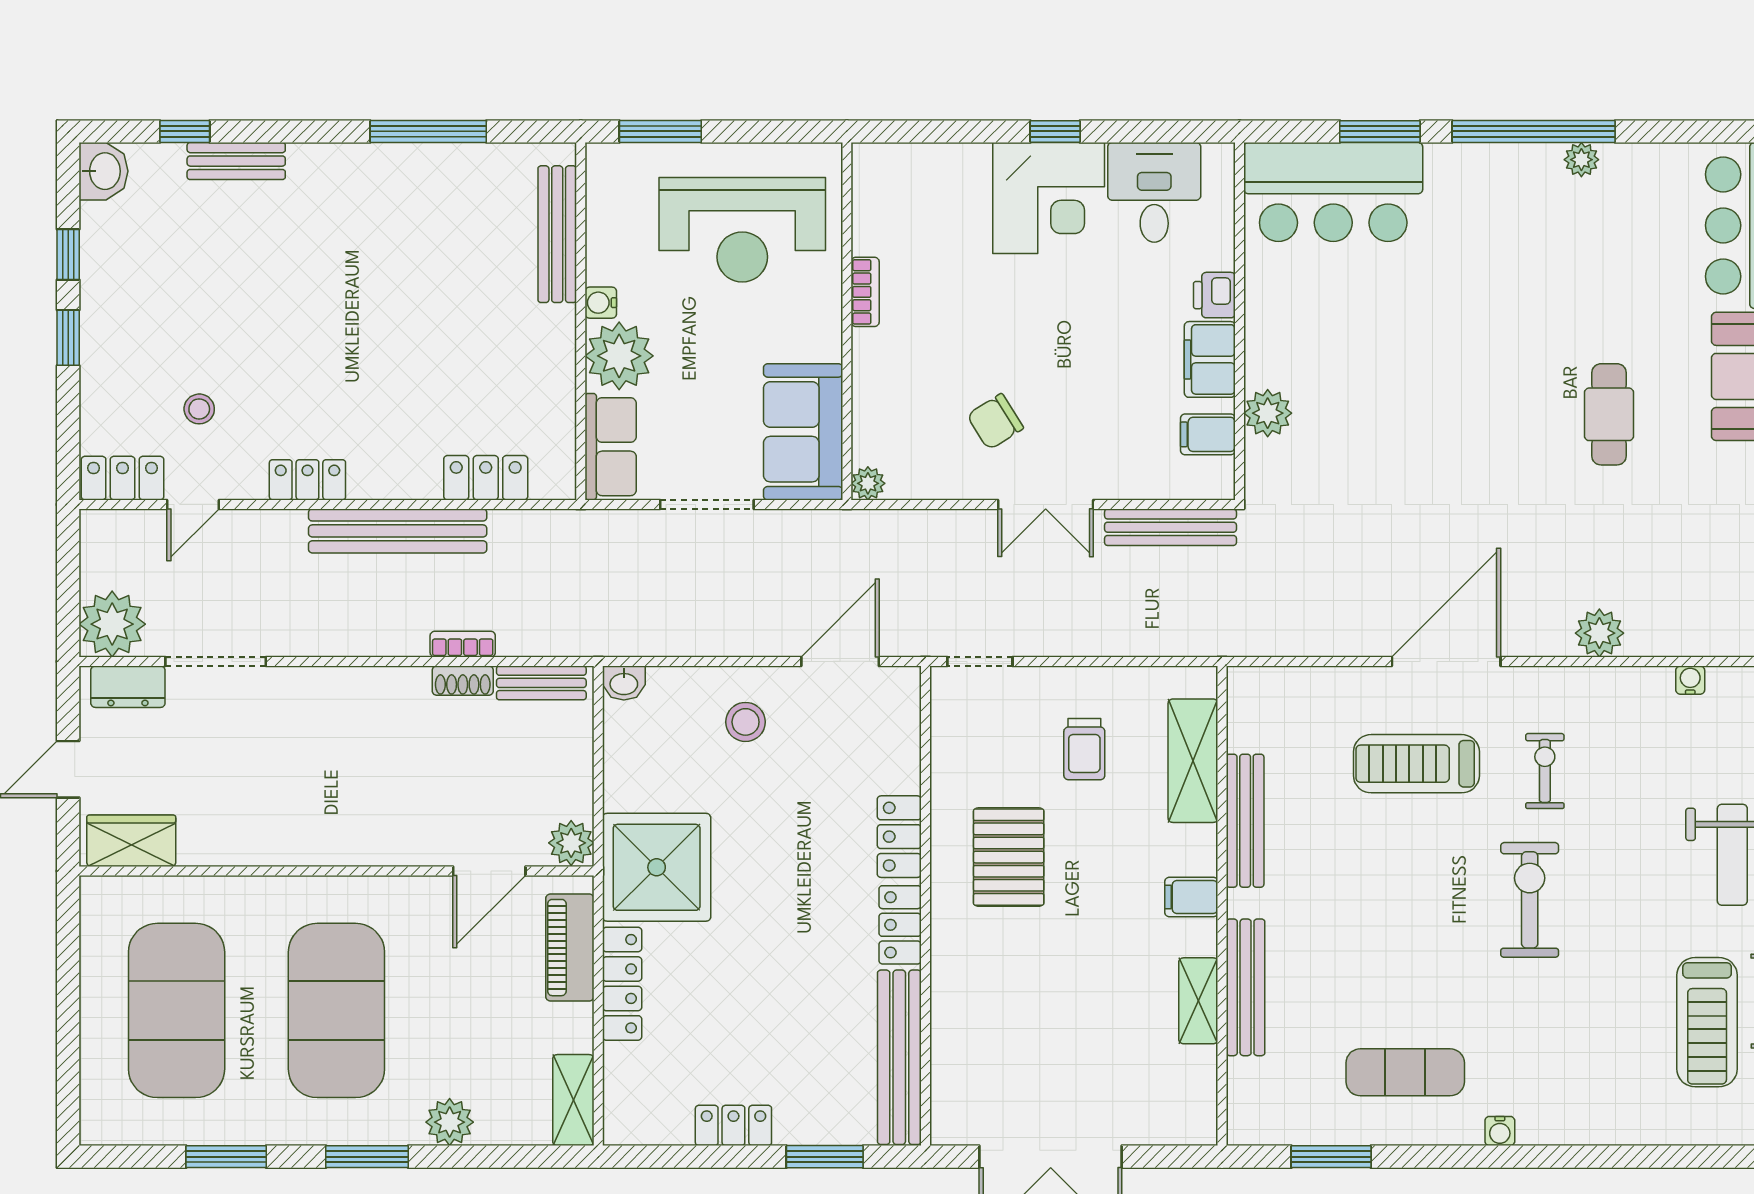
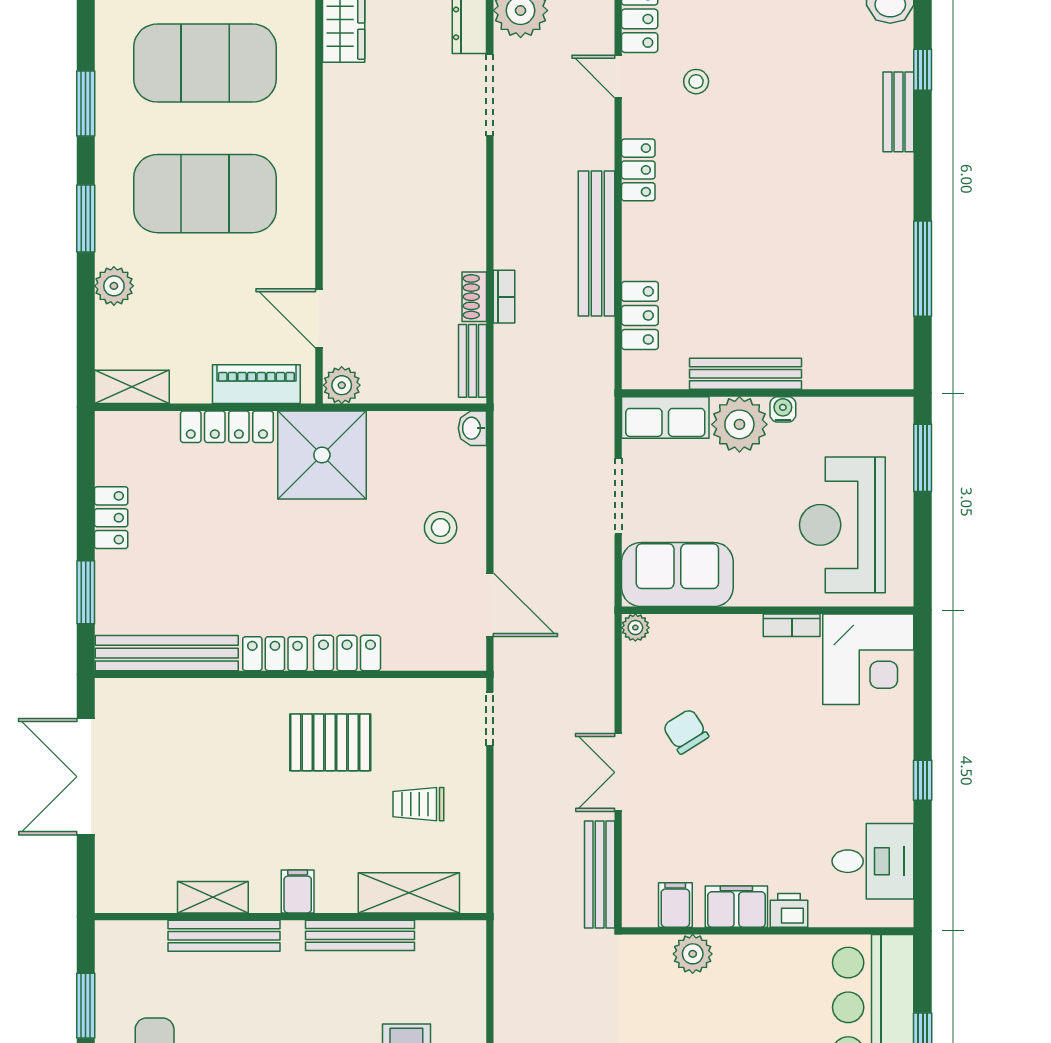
corner desk: (1049, 198) -> (868, 659), moved, turned -90
bench: (557, 234) -> (745, 374), moved

